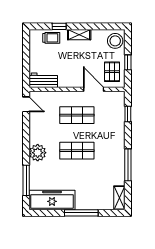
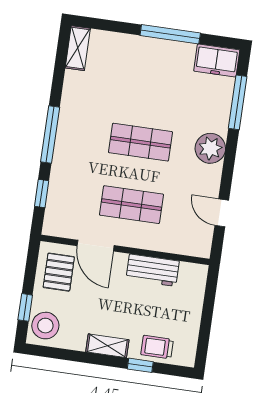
window: (128, 62) -> (25, 307), moved
workbench: (43, 80) -> (153, 270), moved
door: (26, 104) -> (222, 213), moved
window: (128, 165) -> (50, 135), moved
freezer: (52, 200) -> (217, 60), width x0.52, depth x0.79
window: (81, 213) -> (170, 34), moved

